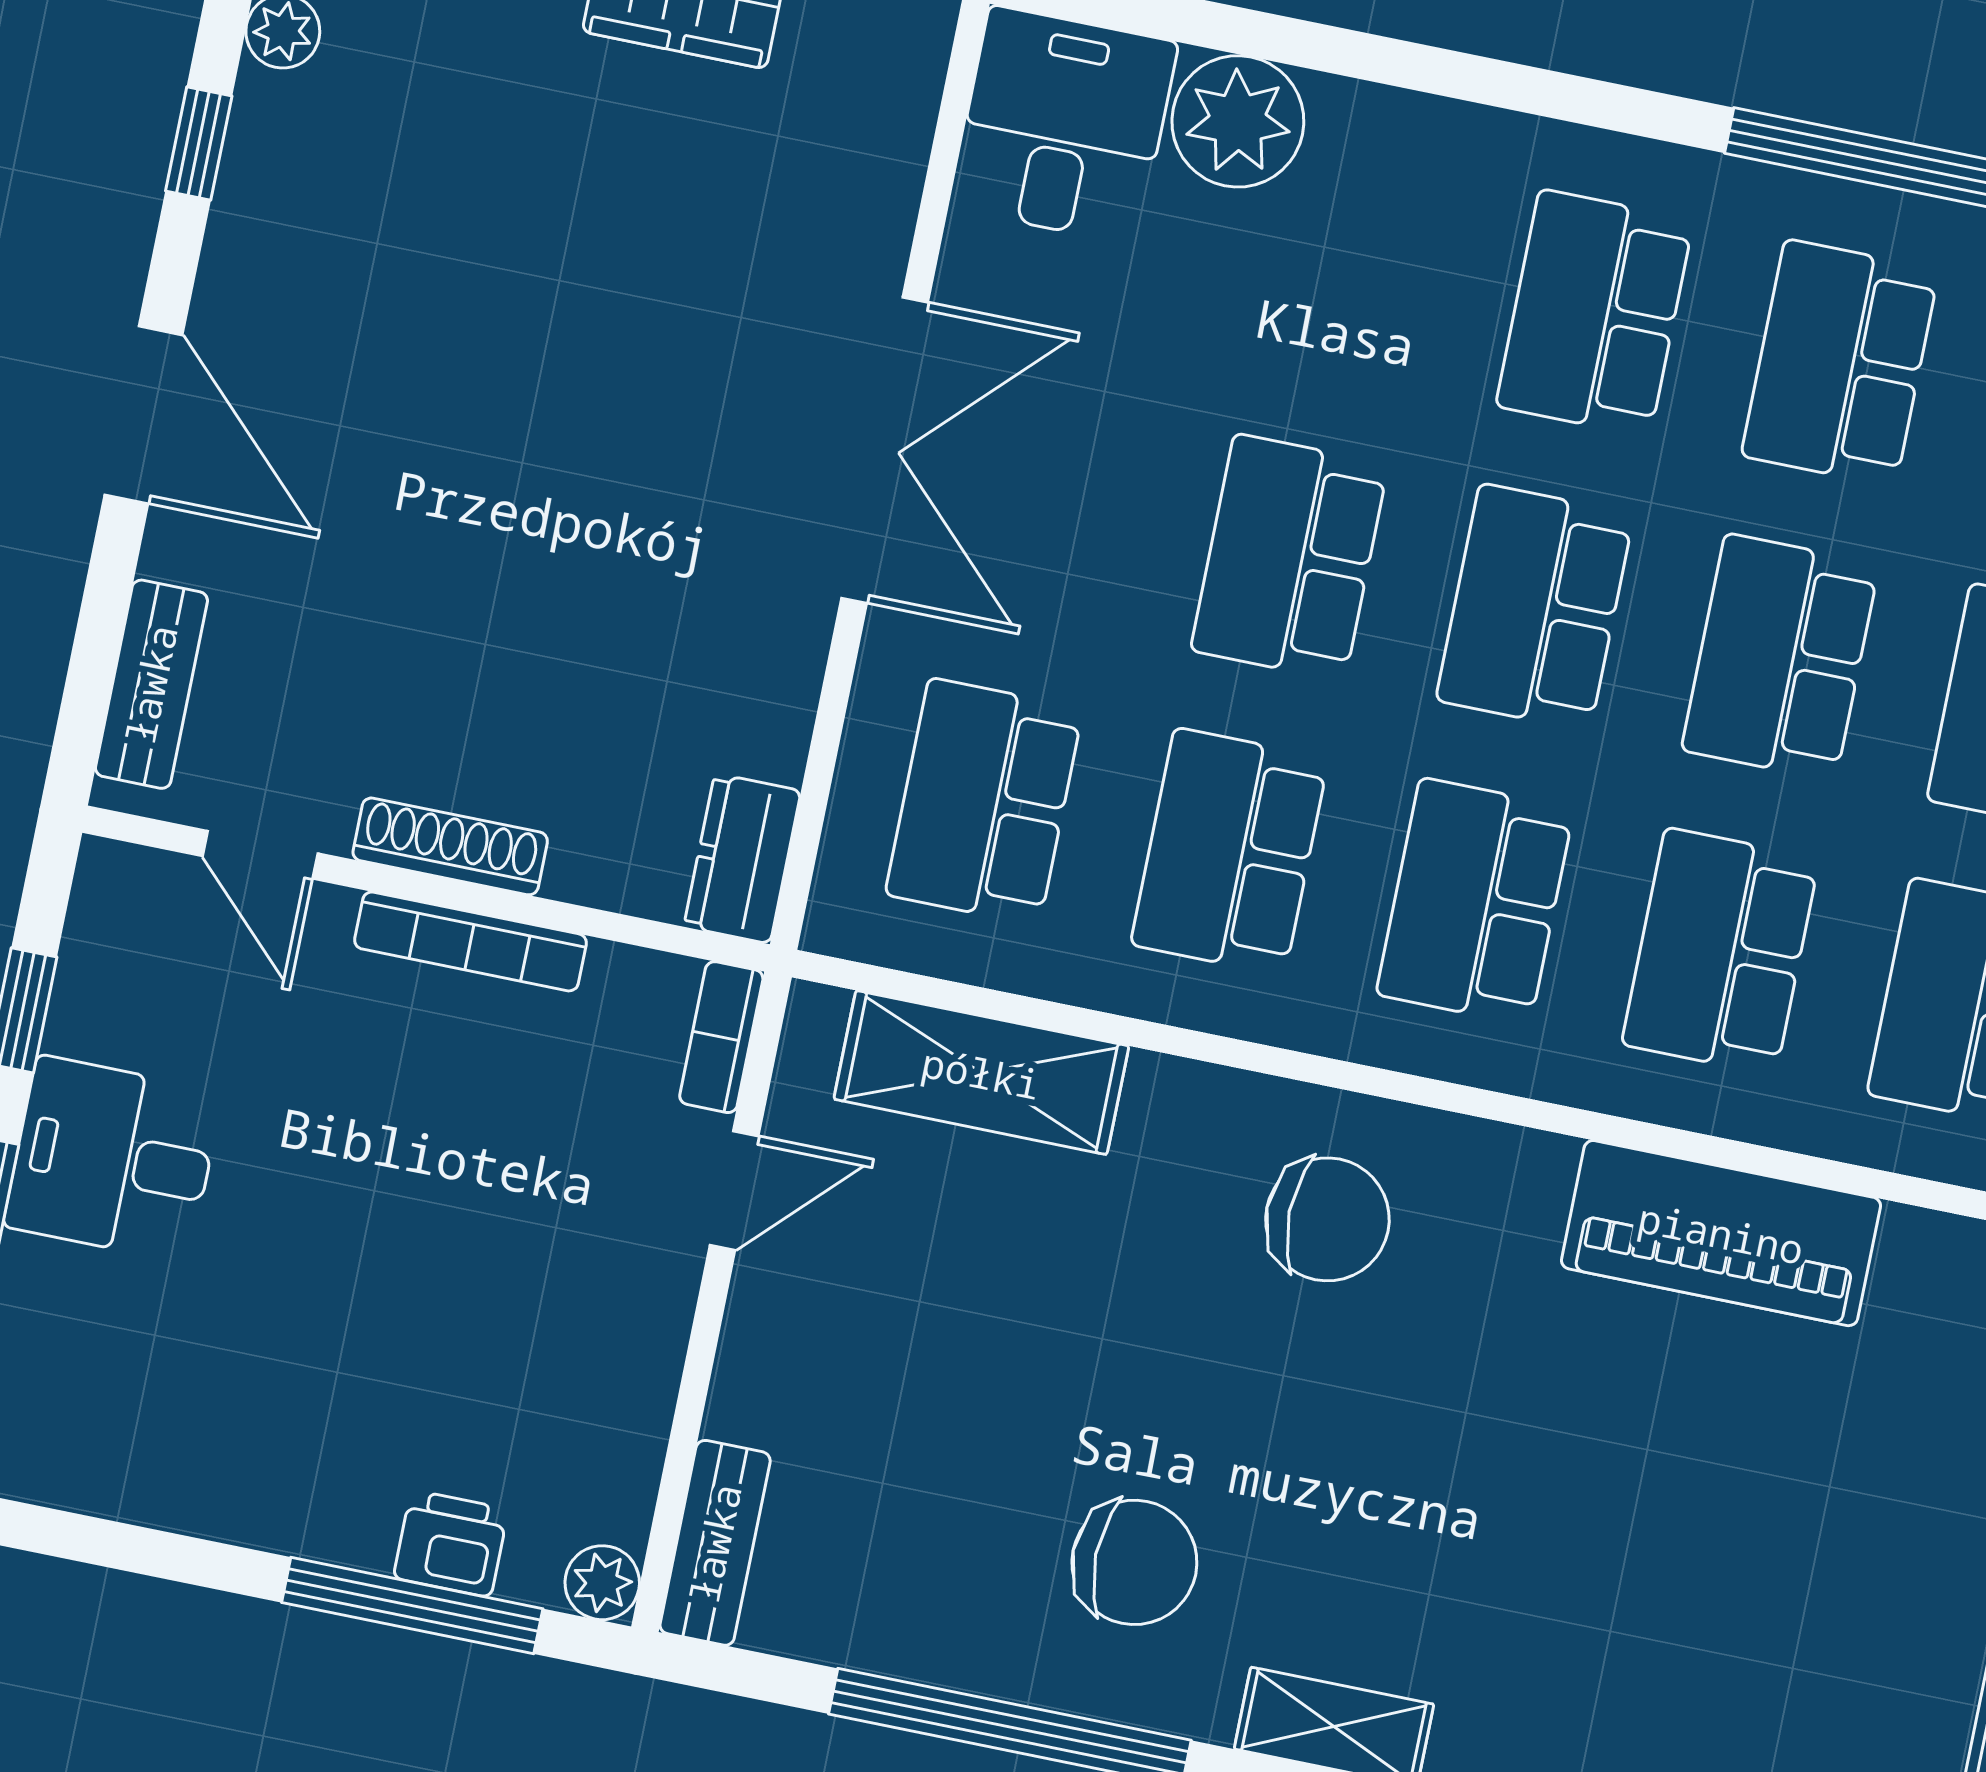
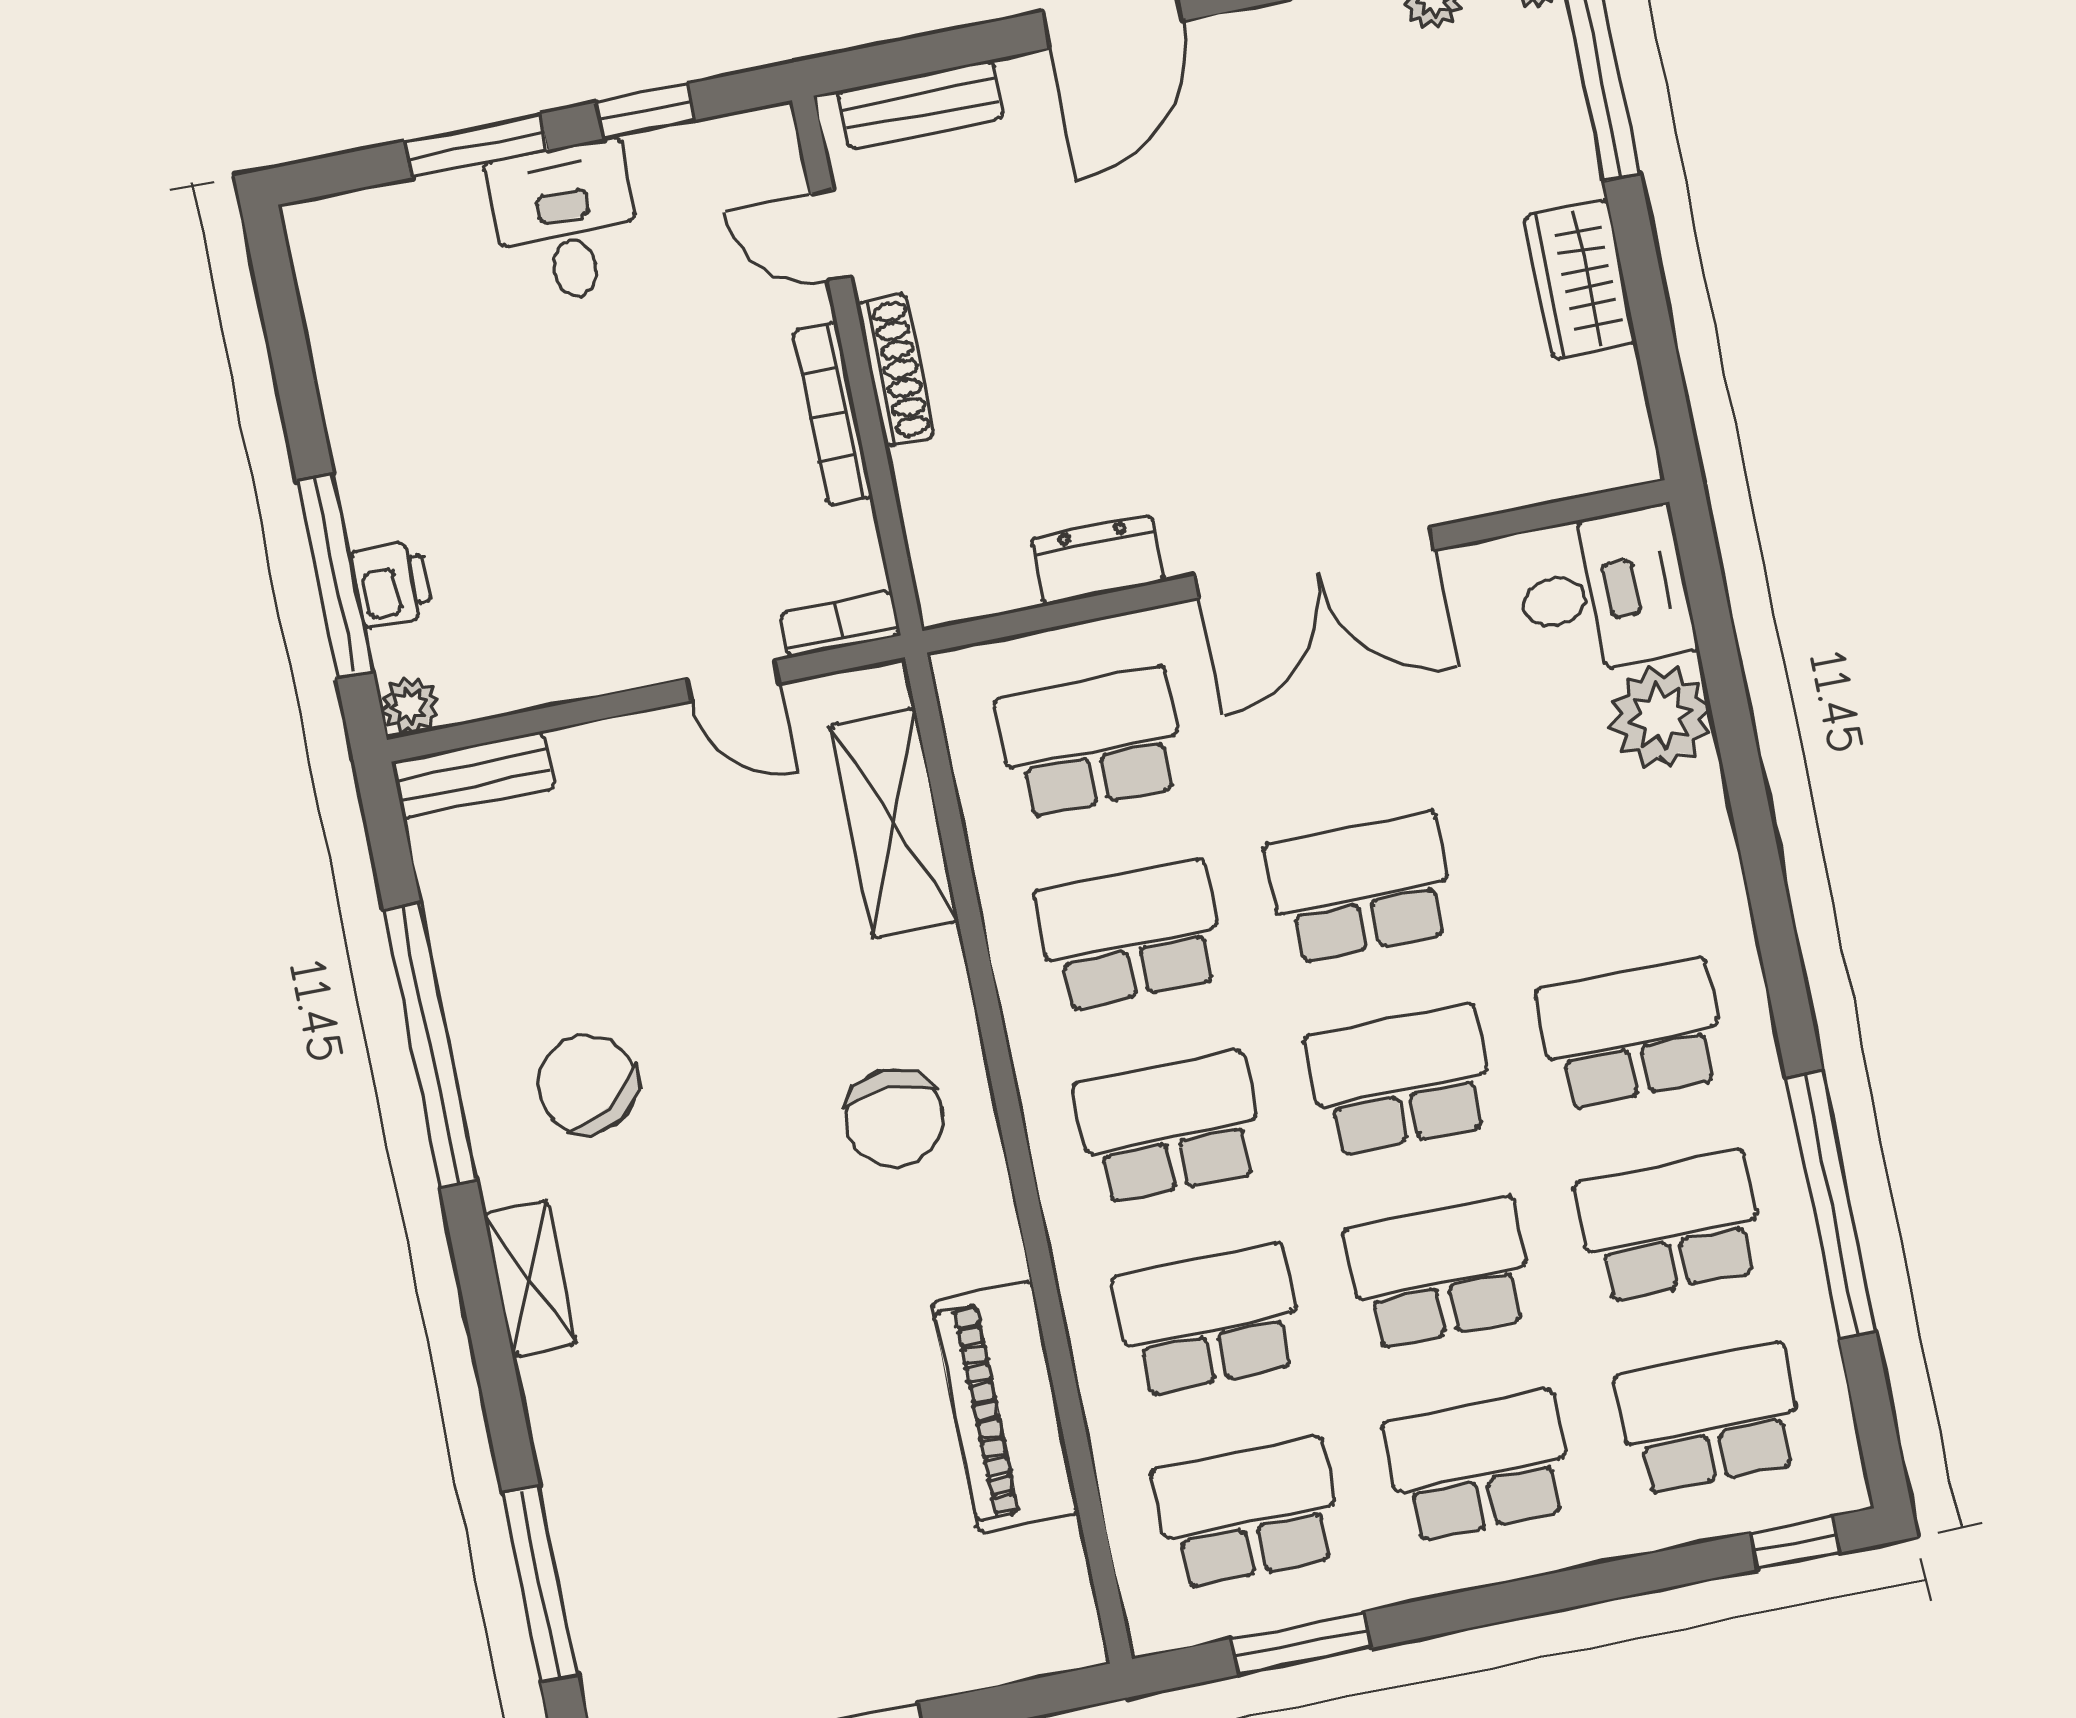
door: (260, 855) -> (831, 235), hinge flipped
dresser: (742, 859) -> (1098, 560), moved
chair: (1134, 1562) -> (588, 1084), turned 146

